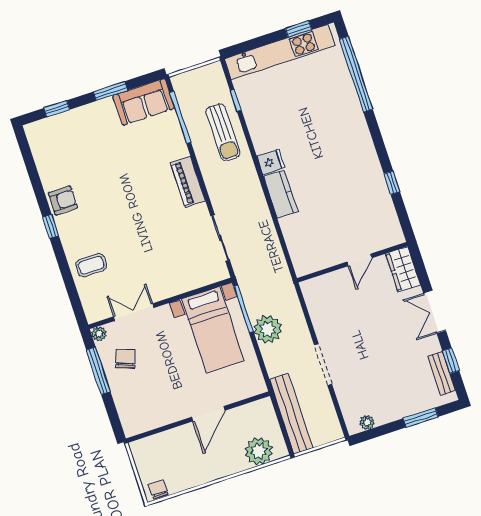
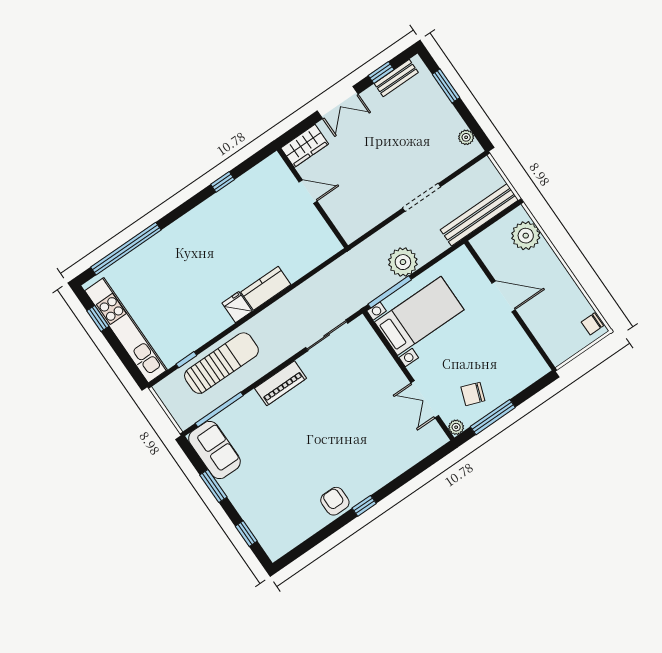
sun lounger: (223, 132) -> (221, 363), width x1.36, depth x1.34
coffee table: (91, 265) -> (391, 455), removed

